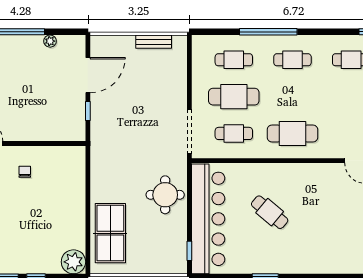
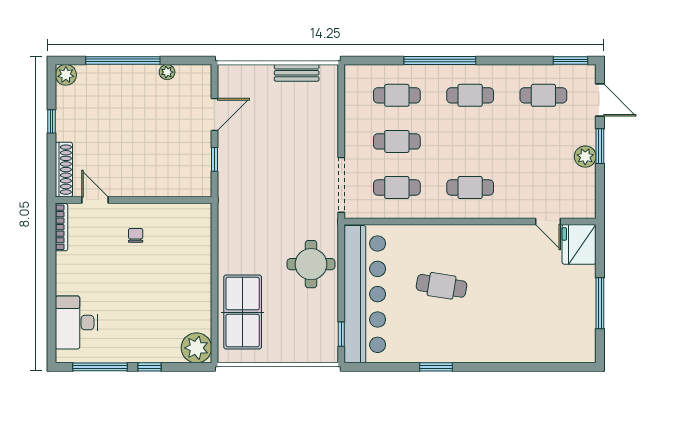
door: (88, 75) -> (214, 115), width x0.73
cafe table: (234, 97) -> (397, 141), width x0.73, depth x0.74
cafe table: (292, 133) -> (470, 188), width x0.73, depth x0.74
cafe table: (270, 212) -> (442, 286), turned -31

